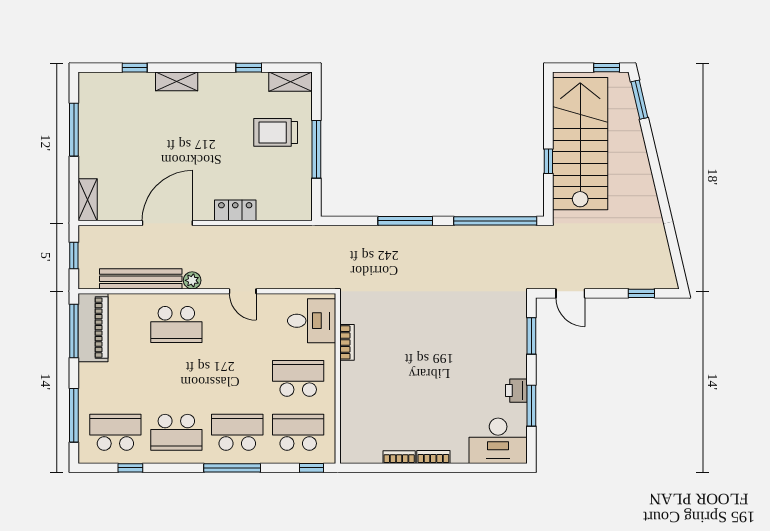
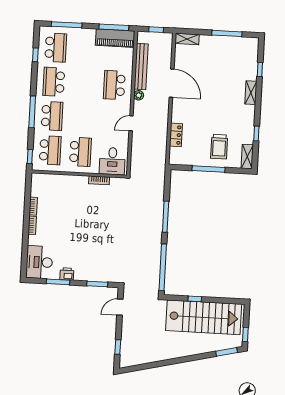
trolley: (276, 132) -> (219, 147), turned 180
locker: (235, 210) -> (176, 135), moved

